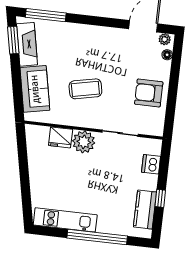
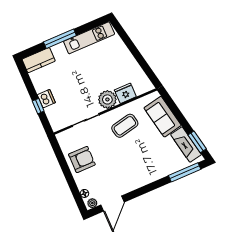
coffee table: (85, 89) -> (125, 126), moved
dishwasher: (151, 164) -> (46, 99), moved
window: (160, 198) -> (38, 106), moved
kitchen counter: (145, 210) -> (39, 60), moved, turned 90
window: (97, 237) -> (60, 39), width x0.68

